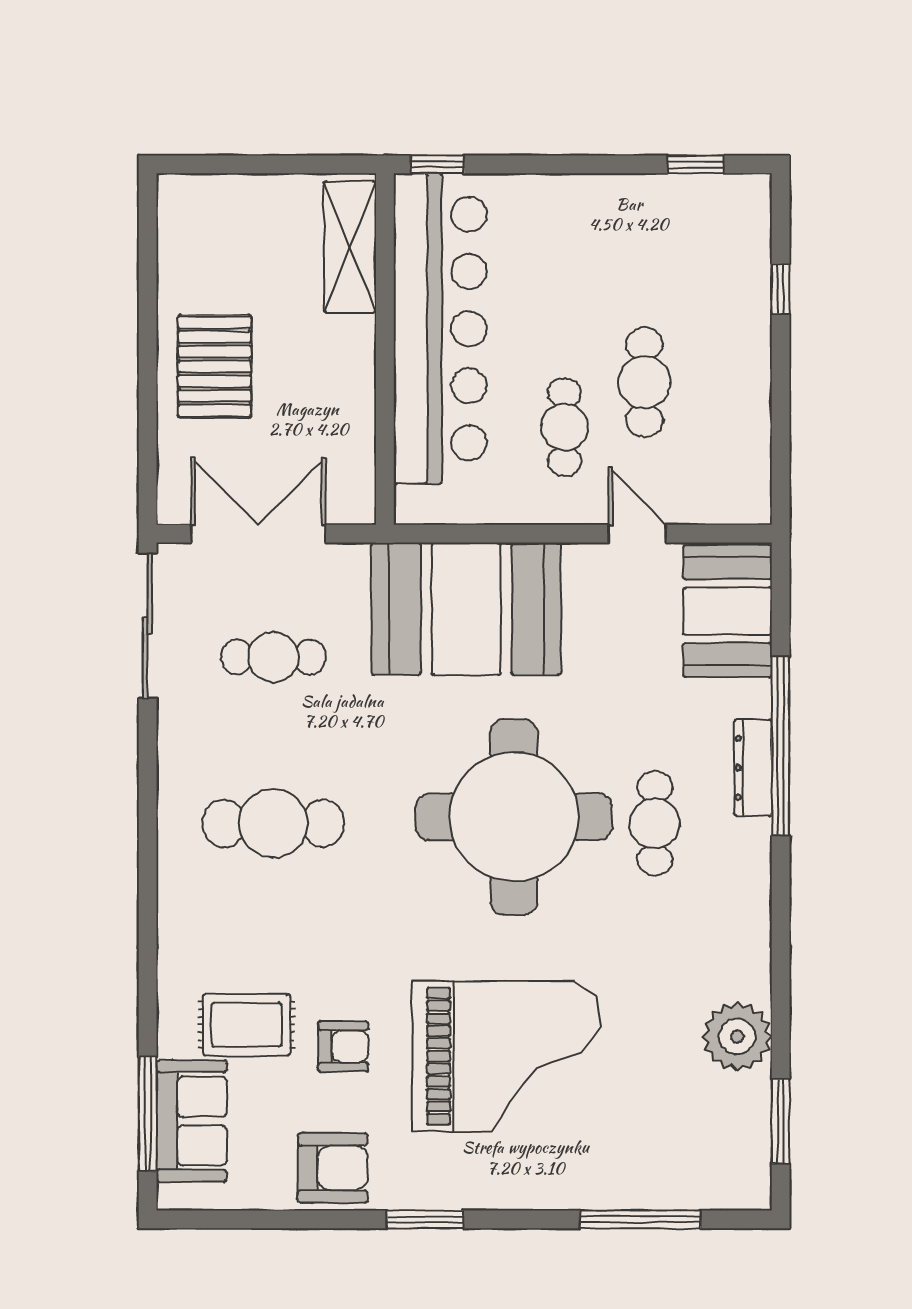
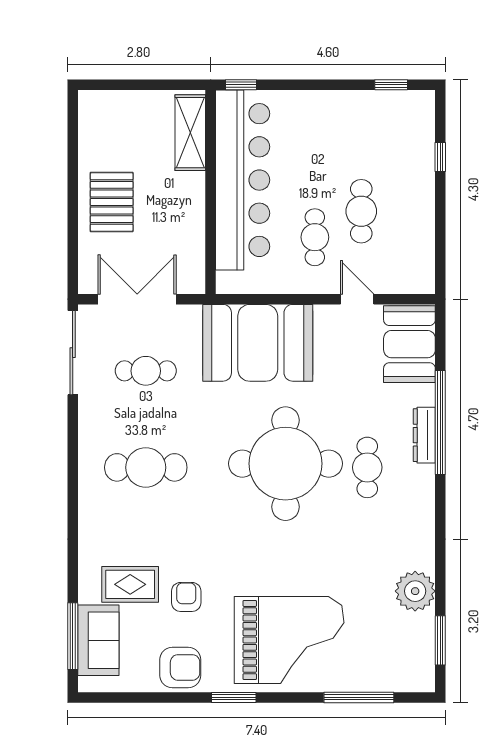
armchair: (343, 1046) -> (186, 597), turned -90
grand piano: (506, 1056) -> (289, 640), moved

